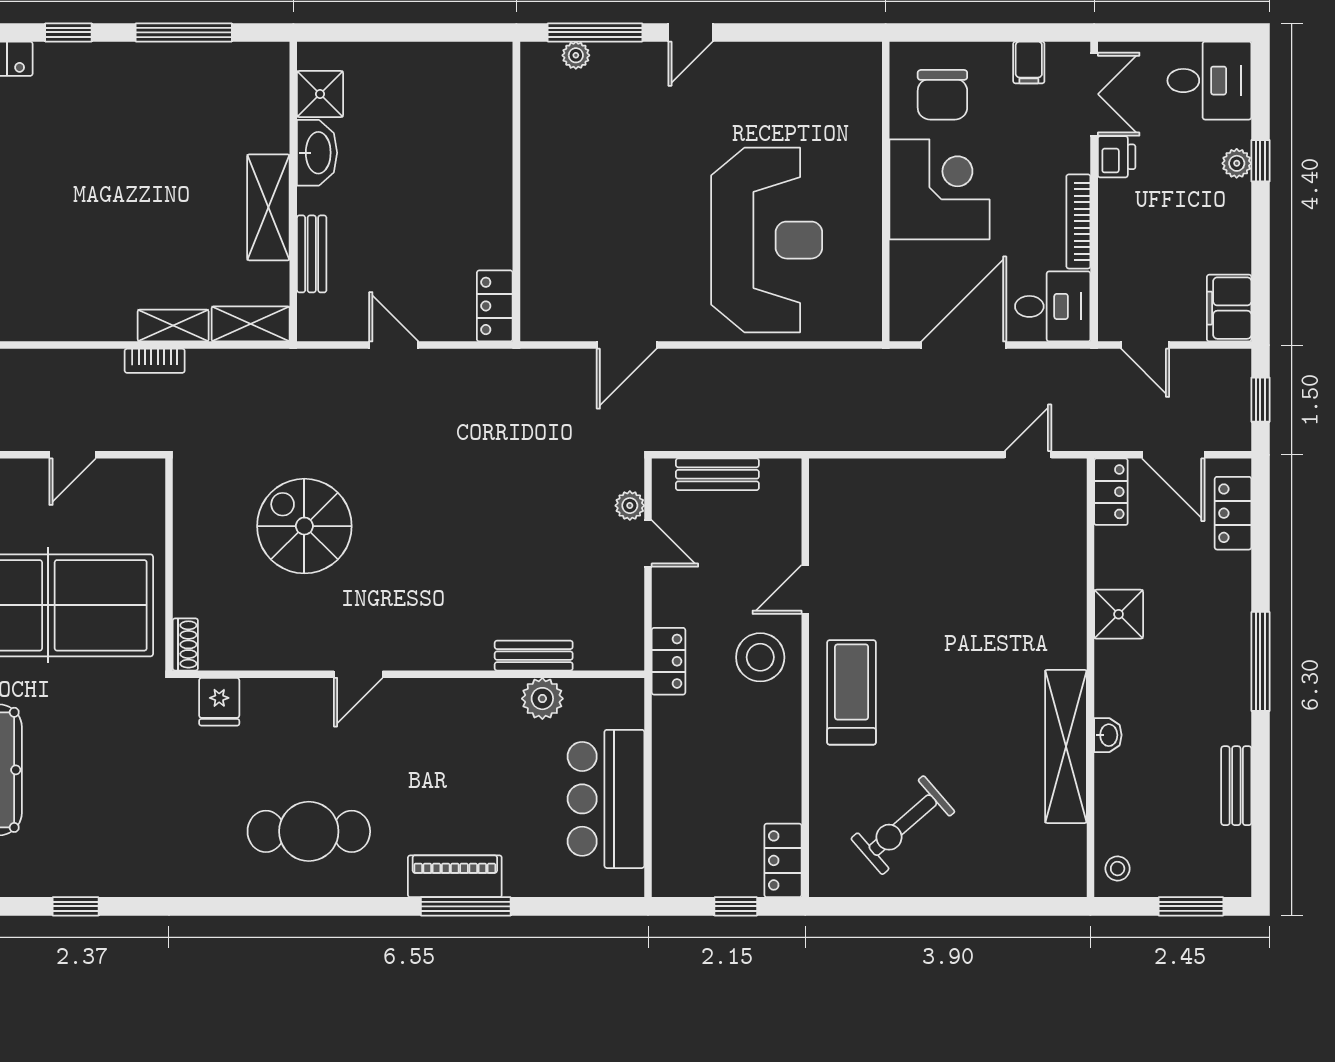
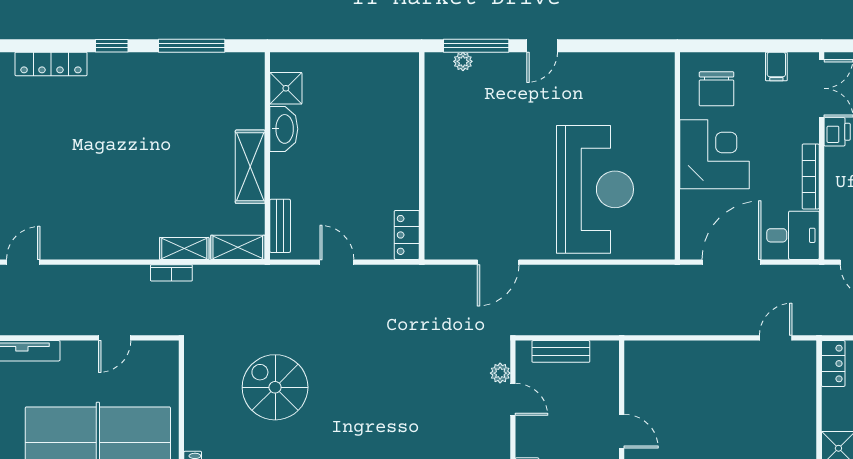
bench: (312, 254) -> (280, 226), moved
door: (805, 589) -> (622, 431), swing flipped

